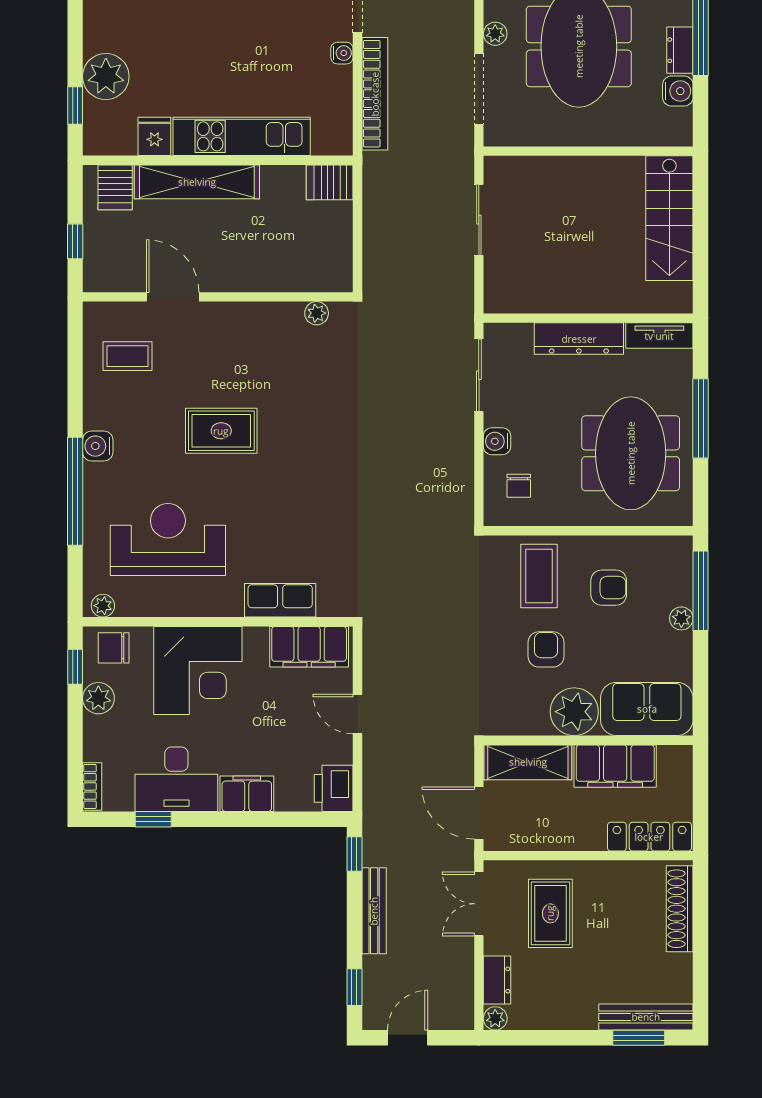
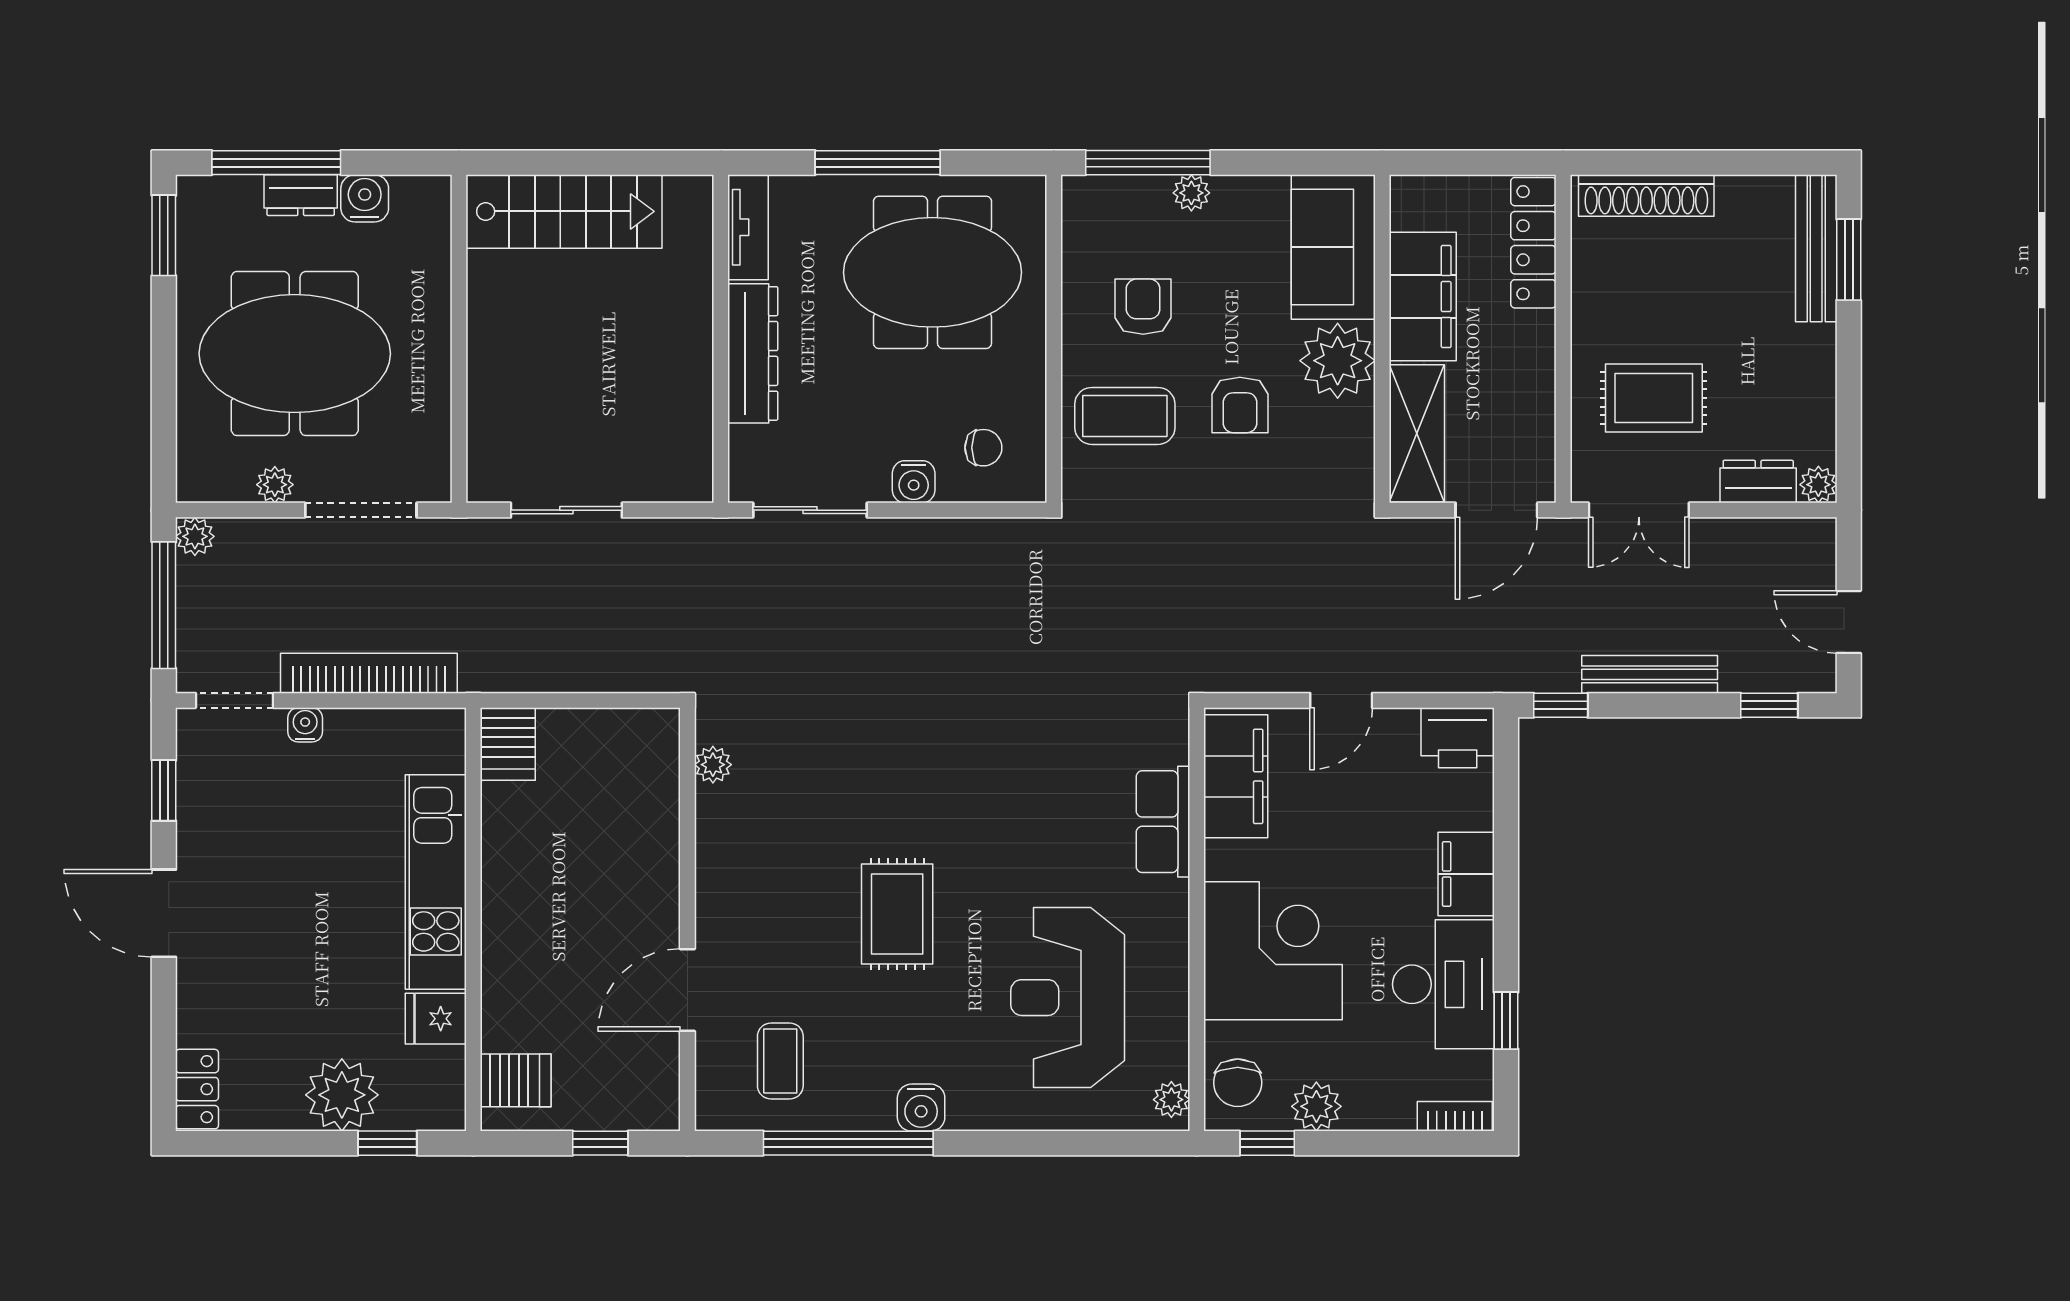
shelving: (197, 182) -> (507, 952), removed
window: (75, 491) -> (848, 1143), moved
armchair: (546, 649) -> (1240, 405), turned -90

